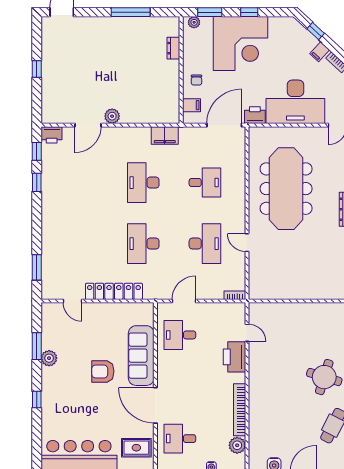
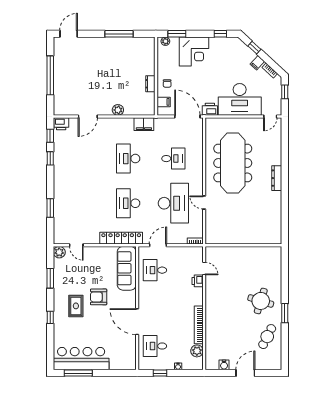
window: (249, 12) -> (220, 34), moved
corner desk: (240, 44) -> (194, 52), width x0.74, depth x0.74
dresser: (173, 48) -> (150, 84), moved
window: (37, 69) -> (50, 75), width x3.17
plant: (112, 116) -> (118, 110), moved
door: (224, 125) -> (187, 117), hinge flipped
desk: (205, 244) -> (173, 203), width x1.36, depth x1.30
window: (37, 267) -> (50, 208), moved
locker: (114, 291) -> (121, 238), moved
sofa: (141, 356) -> (127, 268), moved
printer: (234, 357) -> (198, 281), width x0.53, depth x0.68
plant: (49, 358) -> (59, 252), moved
rug: (136, 448) -> (76, 306), moved, turned 90

